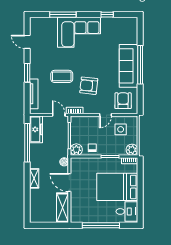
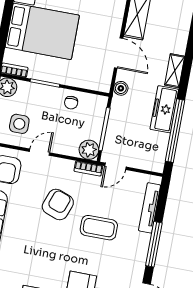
window: (27, 73) -> (154, 244), width x1.44
armchair: (89, 86) -> (58, 204), turned -76
door: (59, 115) -> (115, 166), hinge flipped
freezer: (36, 129) -> (164, 109), moved
plant: (76, 150) -> (89, 150), moved

